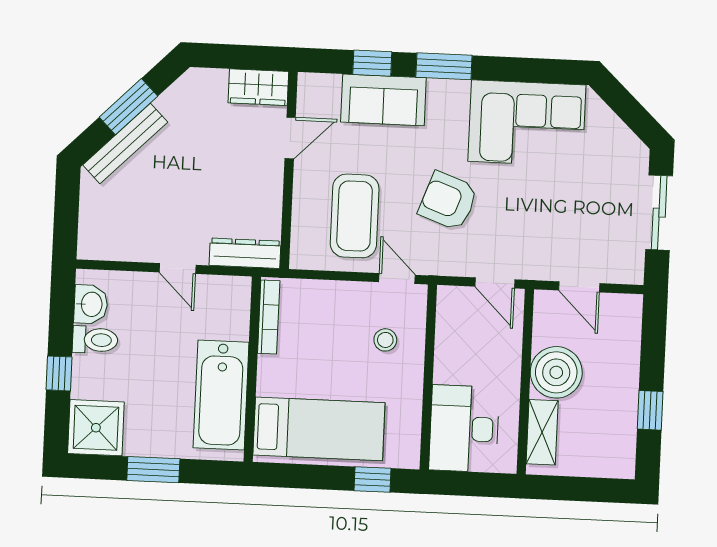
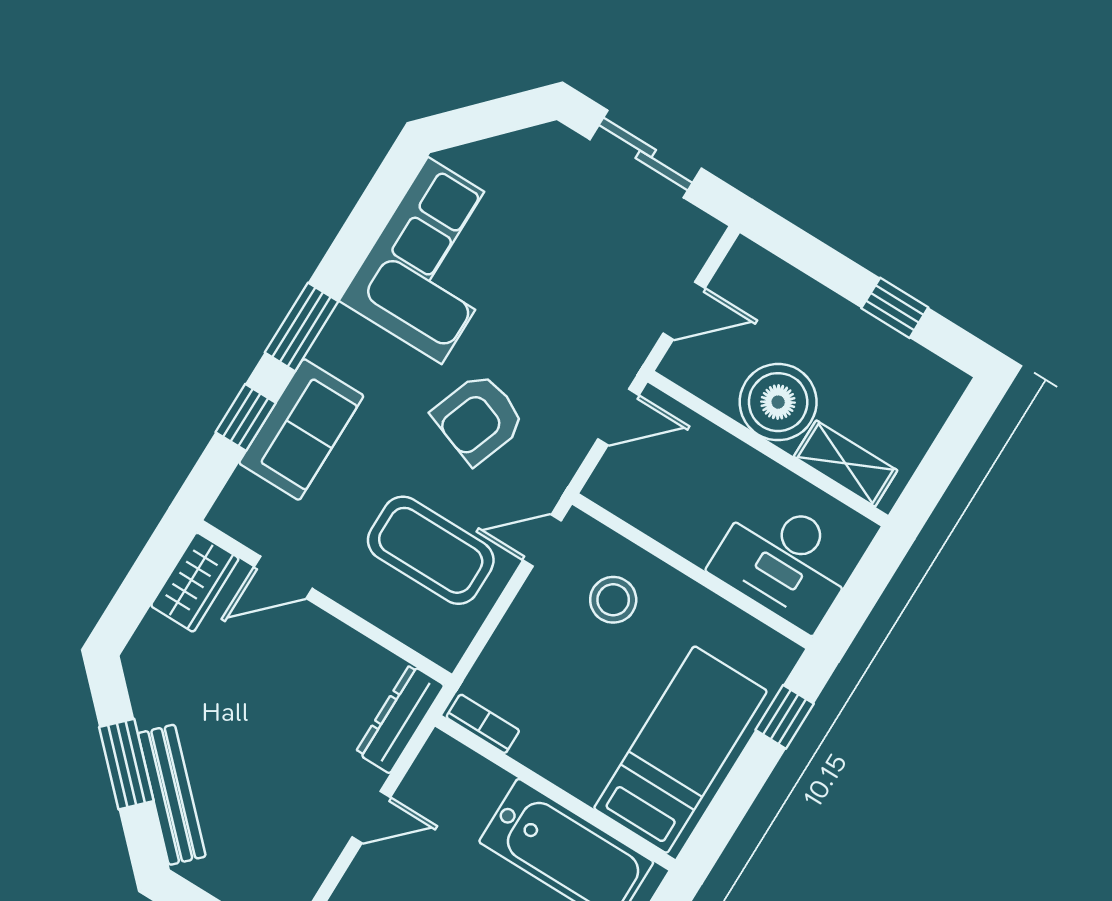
door: (290, 138) -> (283, 577), swing flipped
bookcase: (269, 317) -> (483, 724), width x0.64
stool: (385, 340) -> (613, 600), width x1.37, depth x1.37

